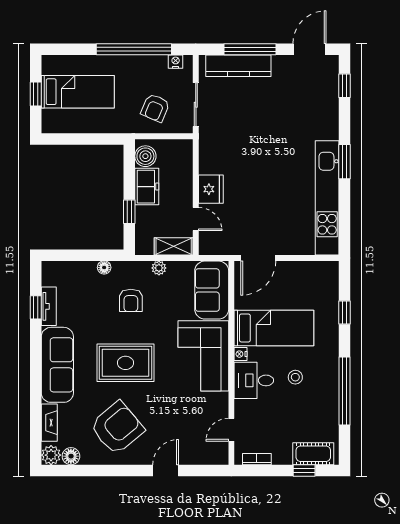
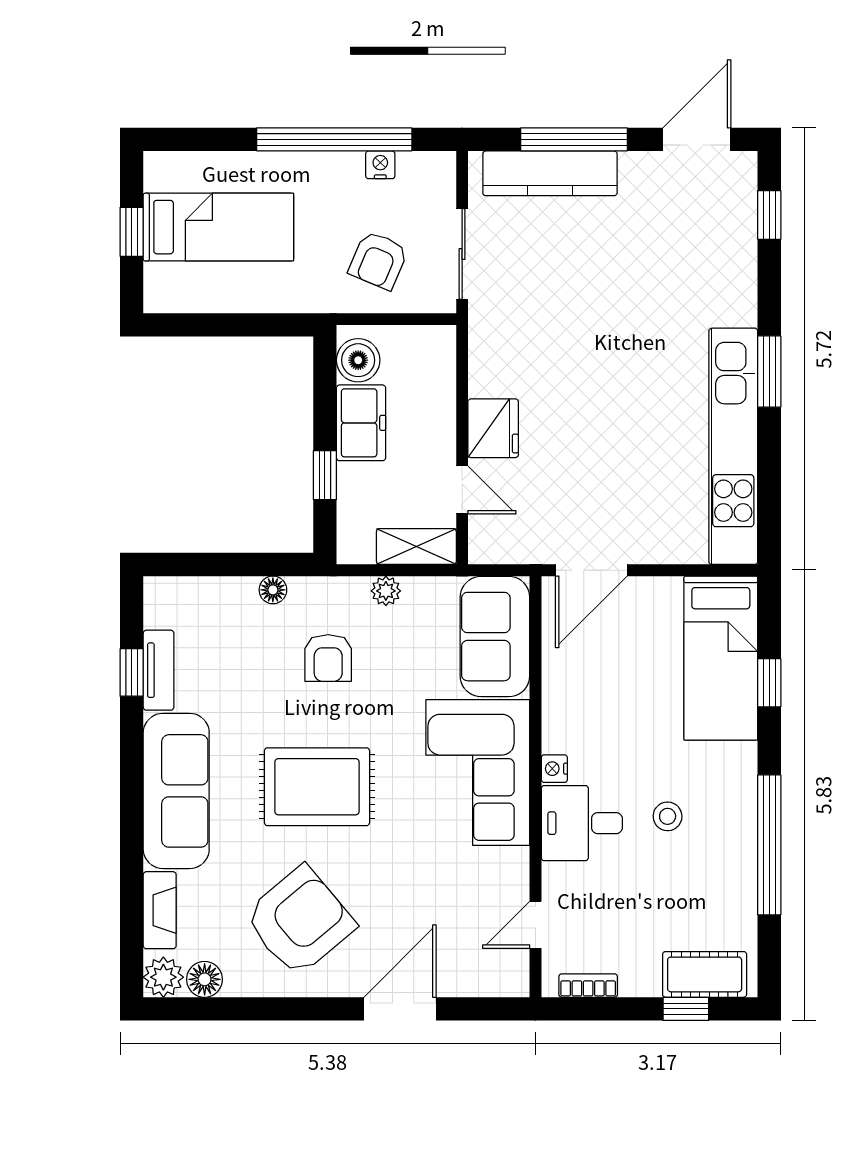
nightstand: (176, 62) -> (380, 165), moved
bed: (274, 328) -> (721, 658), moved, turned 90
door: (166, 470) -> (400, 1009), width x1.37

